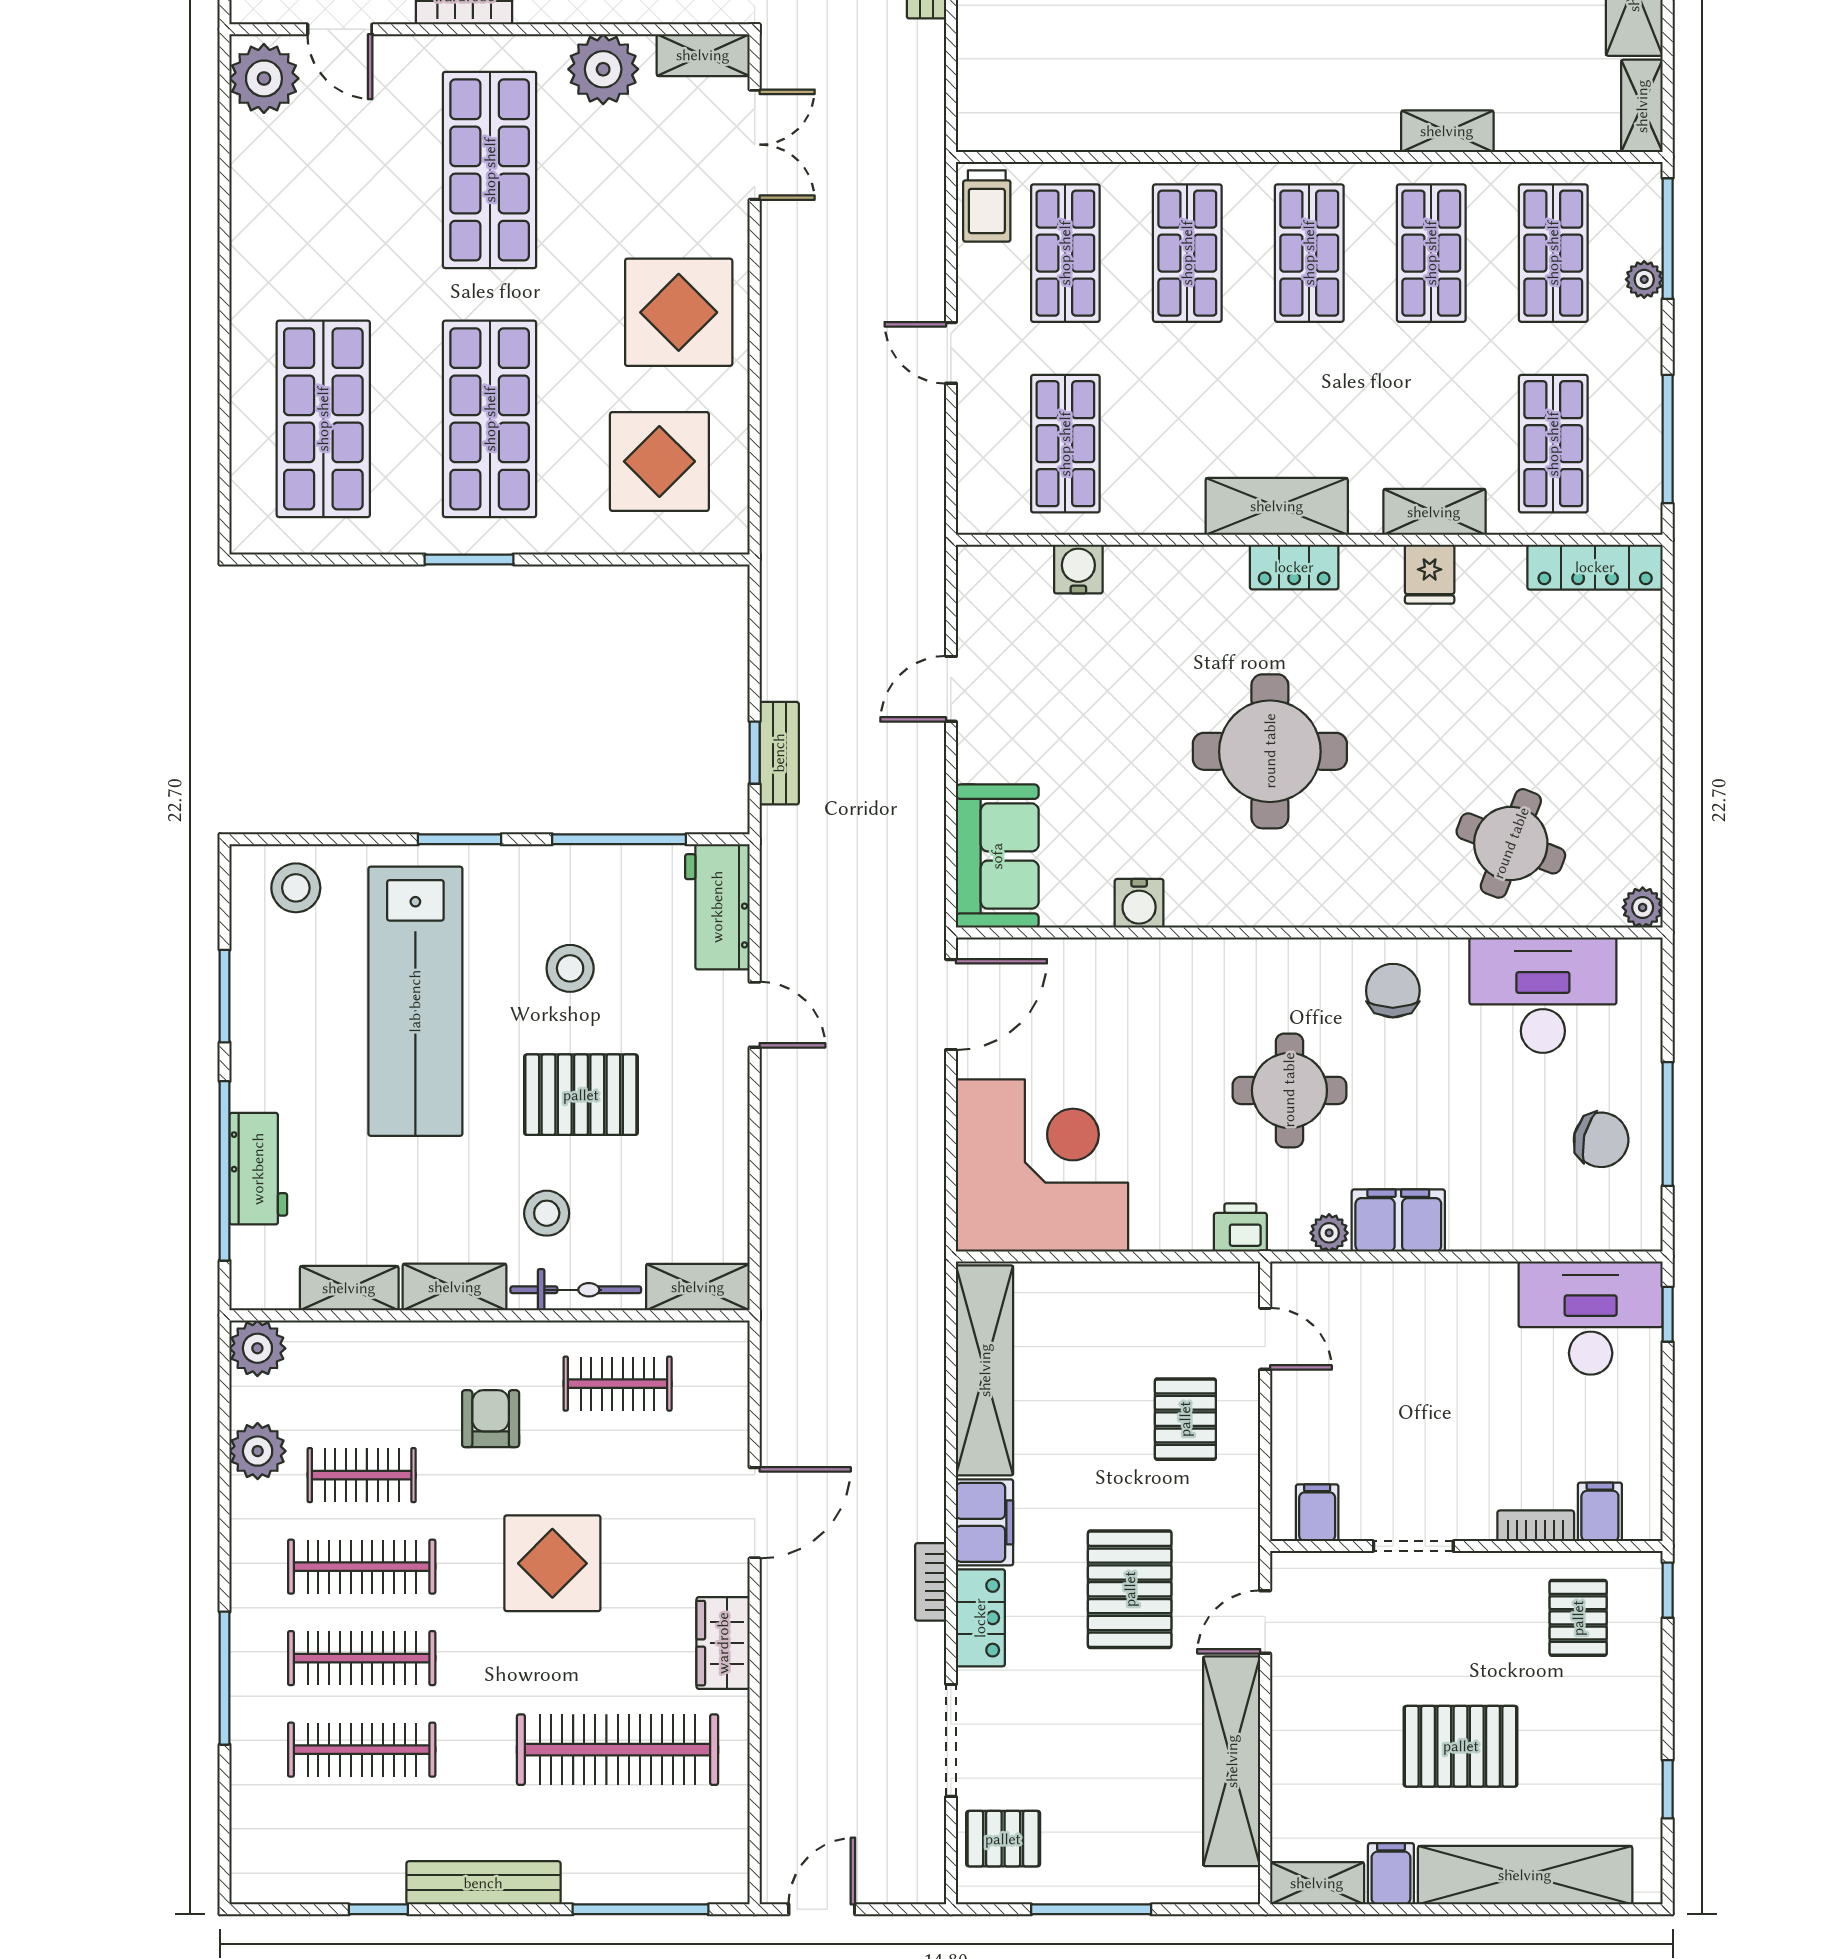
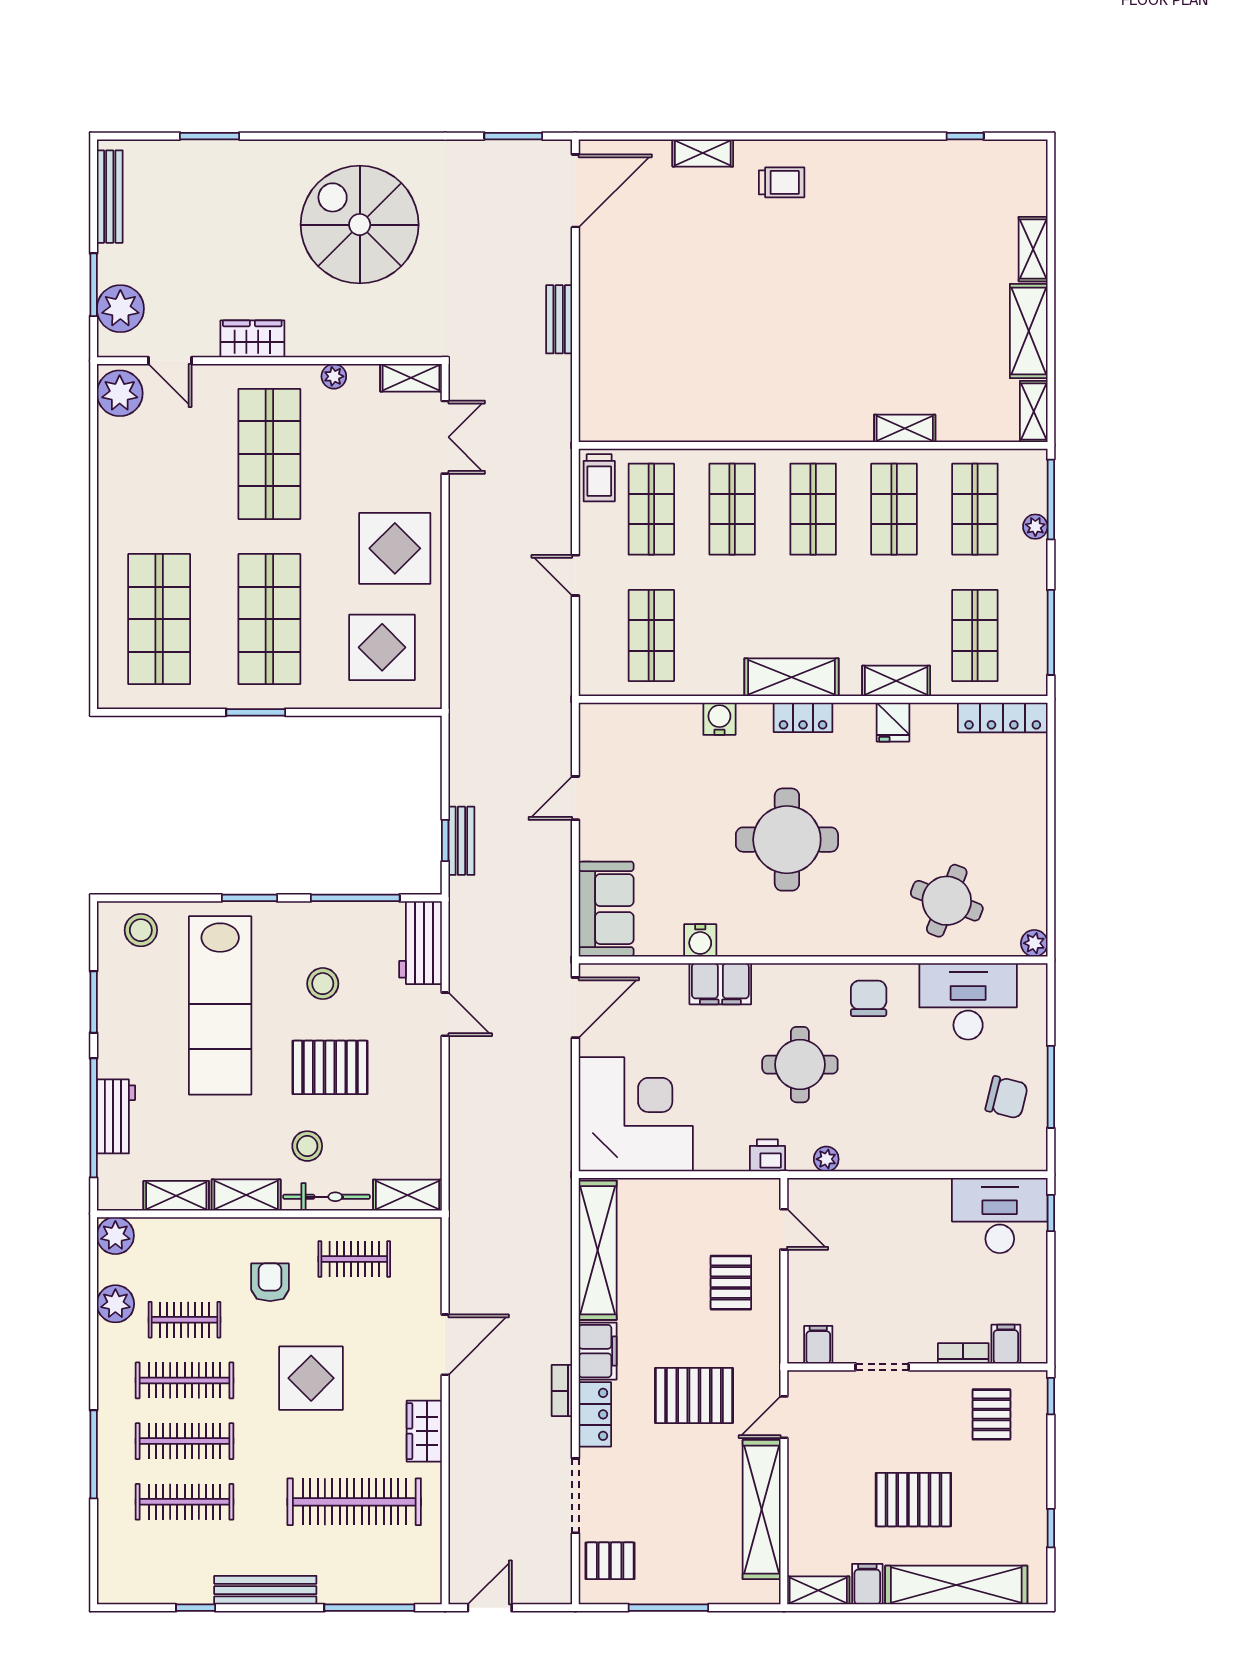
plant: (603, 69) -> (334, 376), width x0.53, depth x0.53
water cooler: (1078, 569) -> (719, 719), moved
filing cabinet: (1398, 1220) -> (720, 984), moved, turned 180
pallet: (1130, 1589) -> (694, 1395), turned 90

